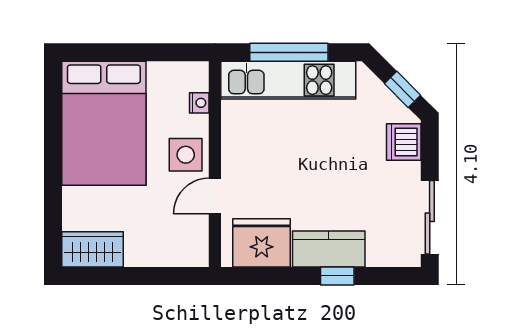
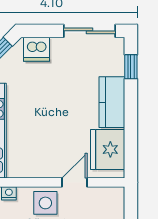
door: (215, 196) -> (75, 182), swing flipped
window: (337, 276) -> (131, 67), moved

